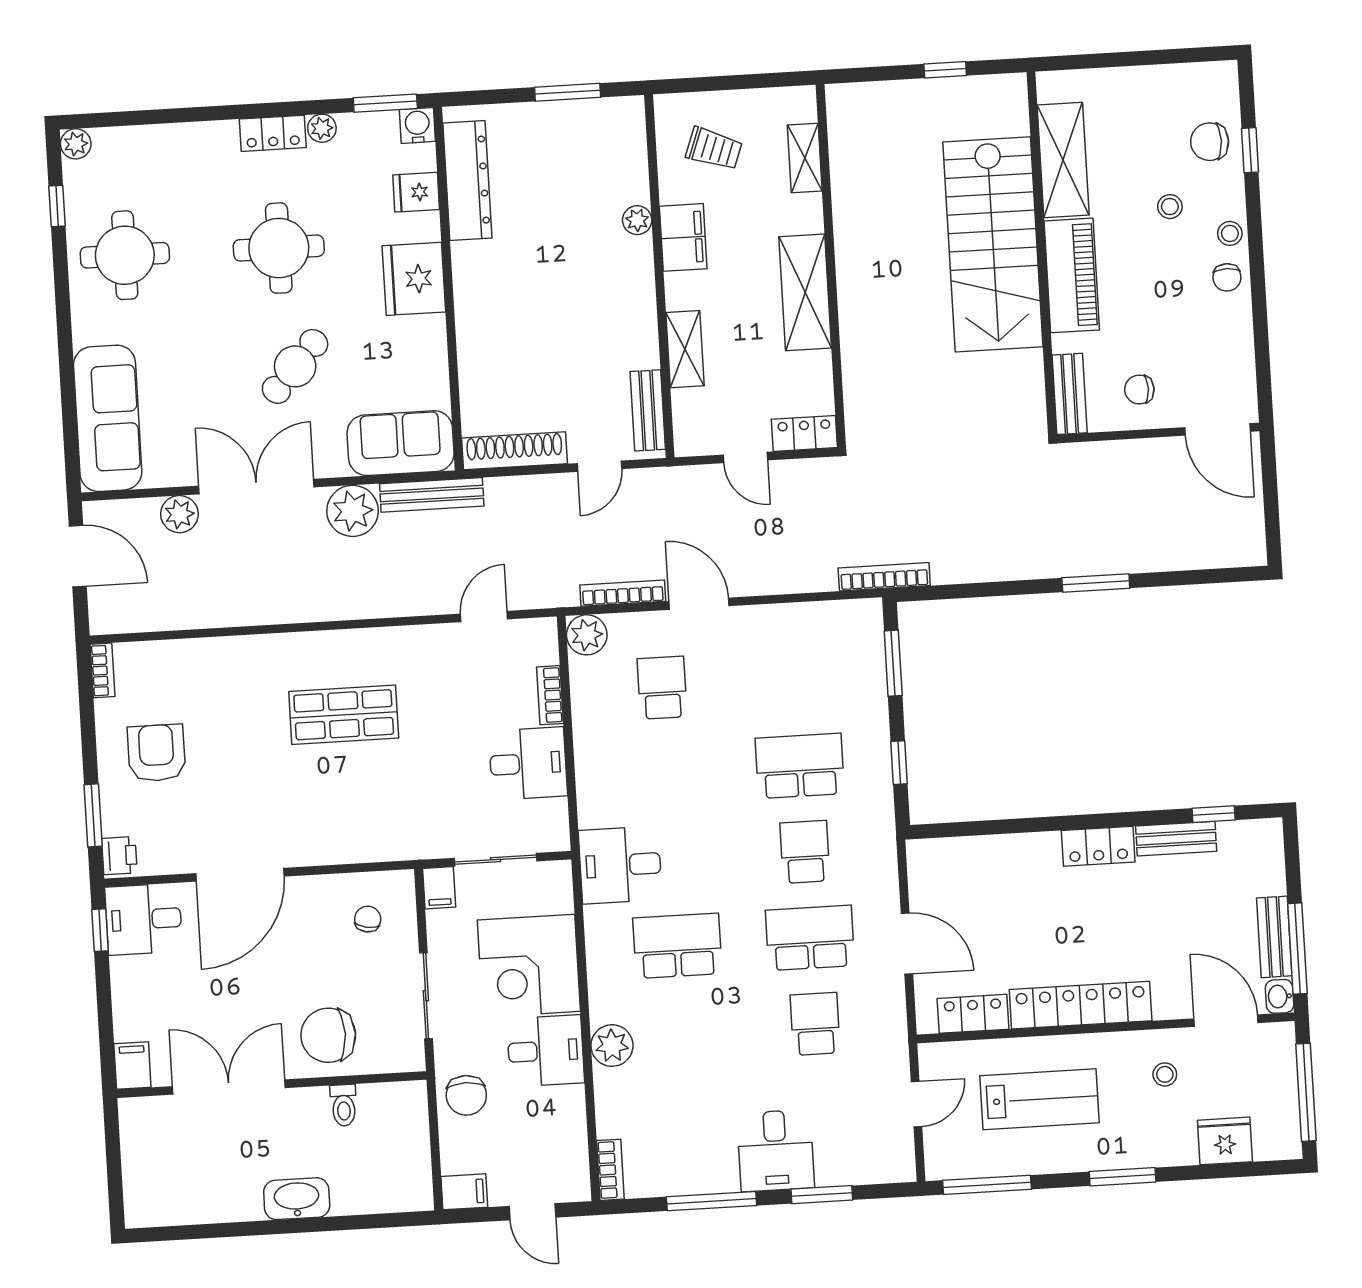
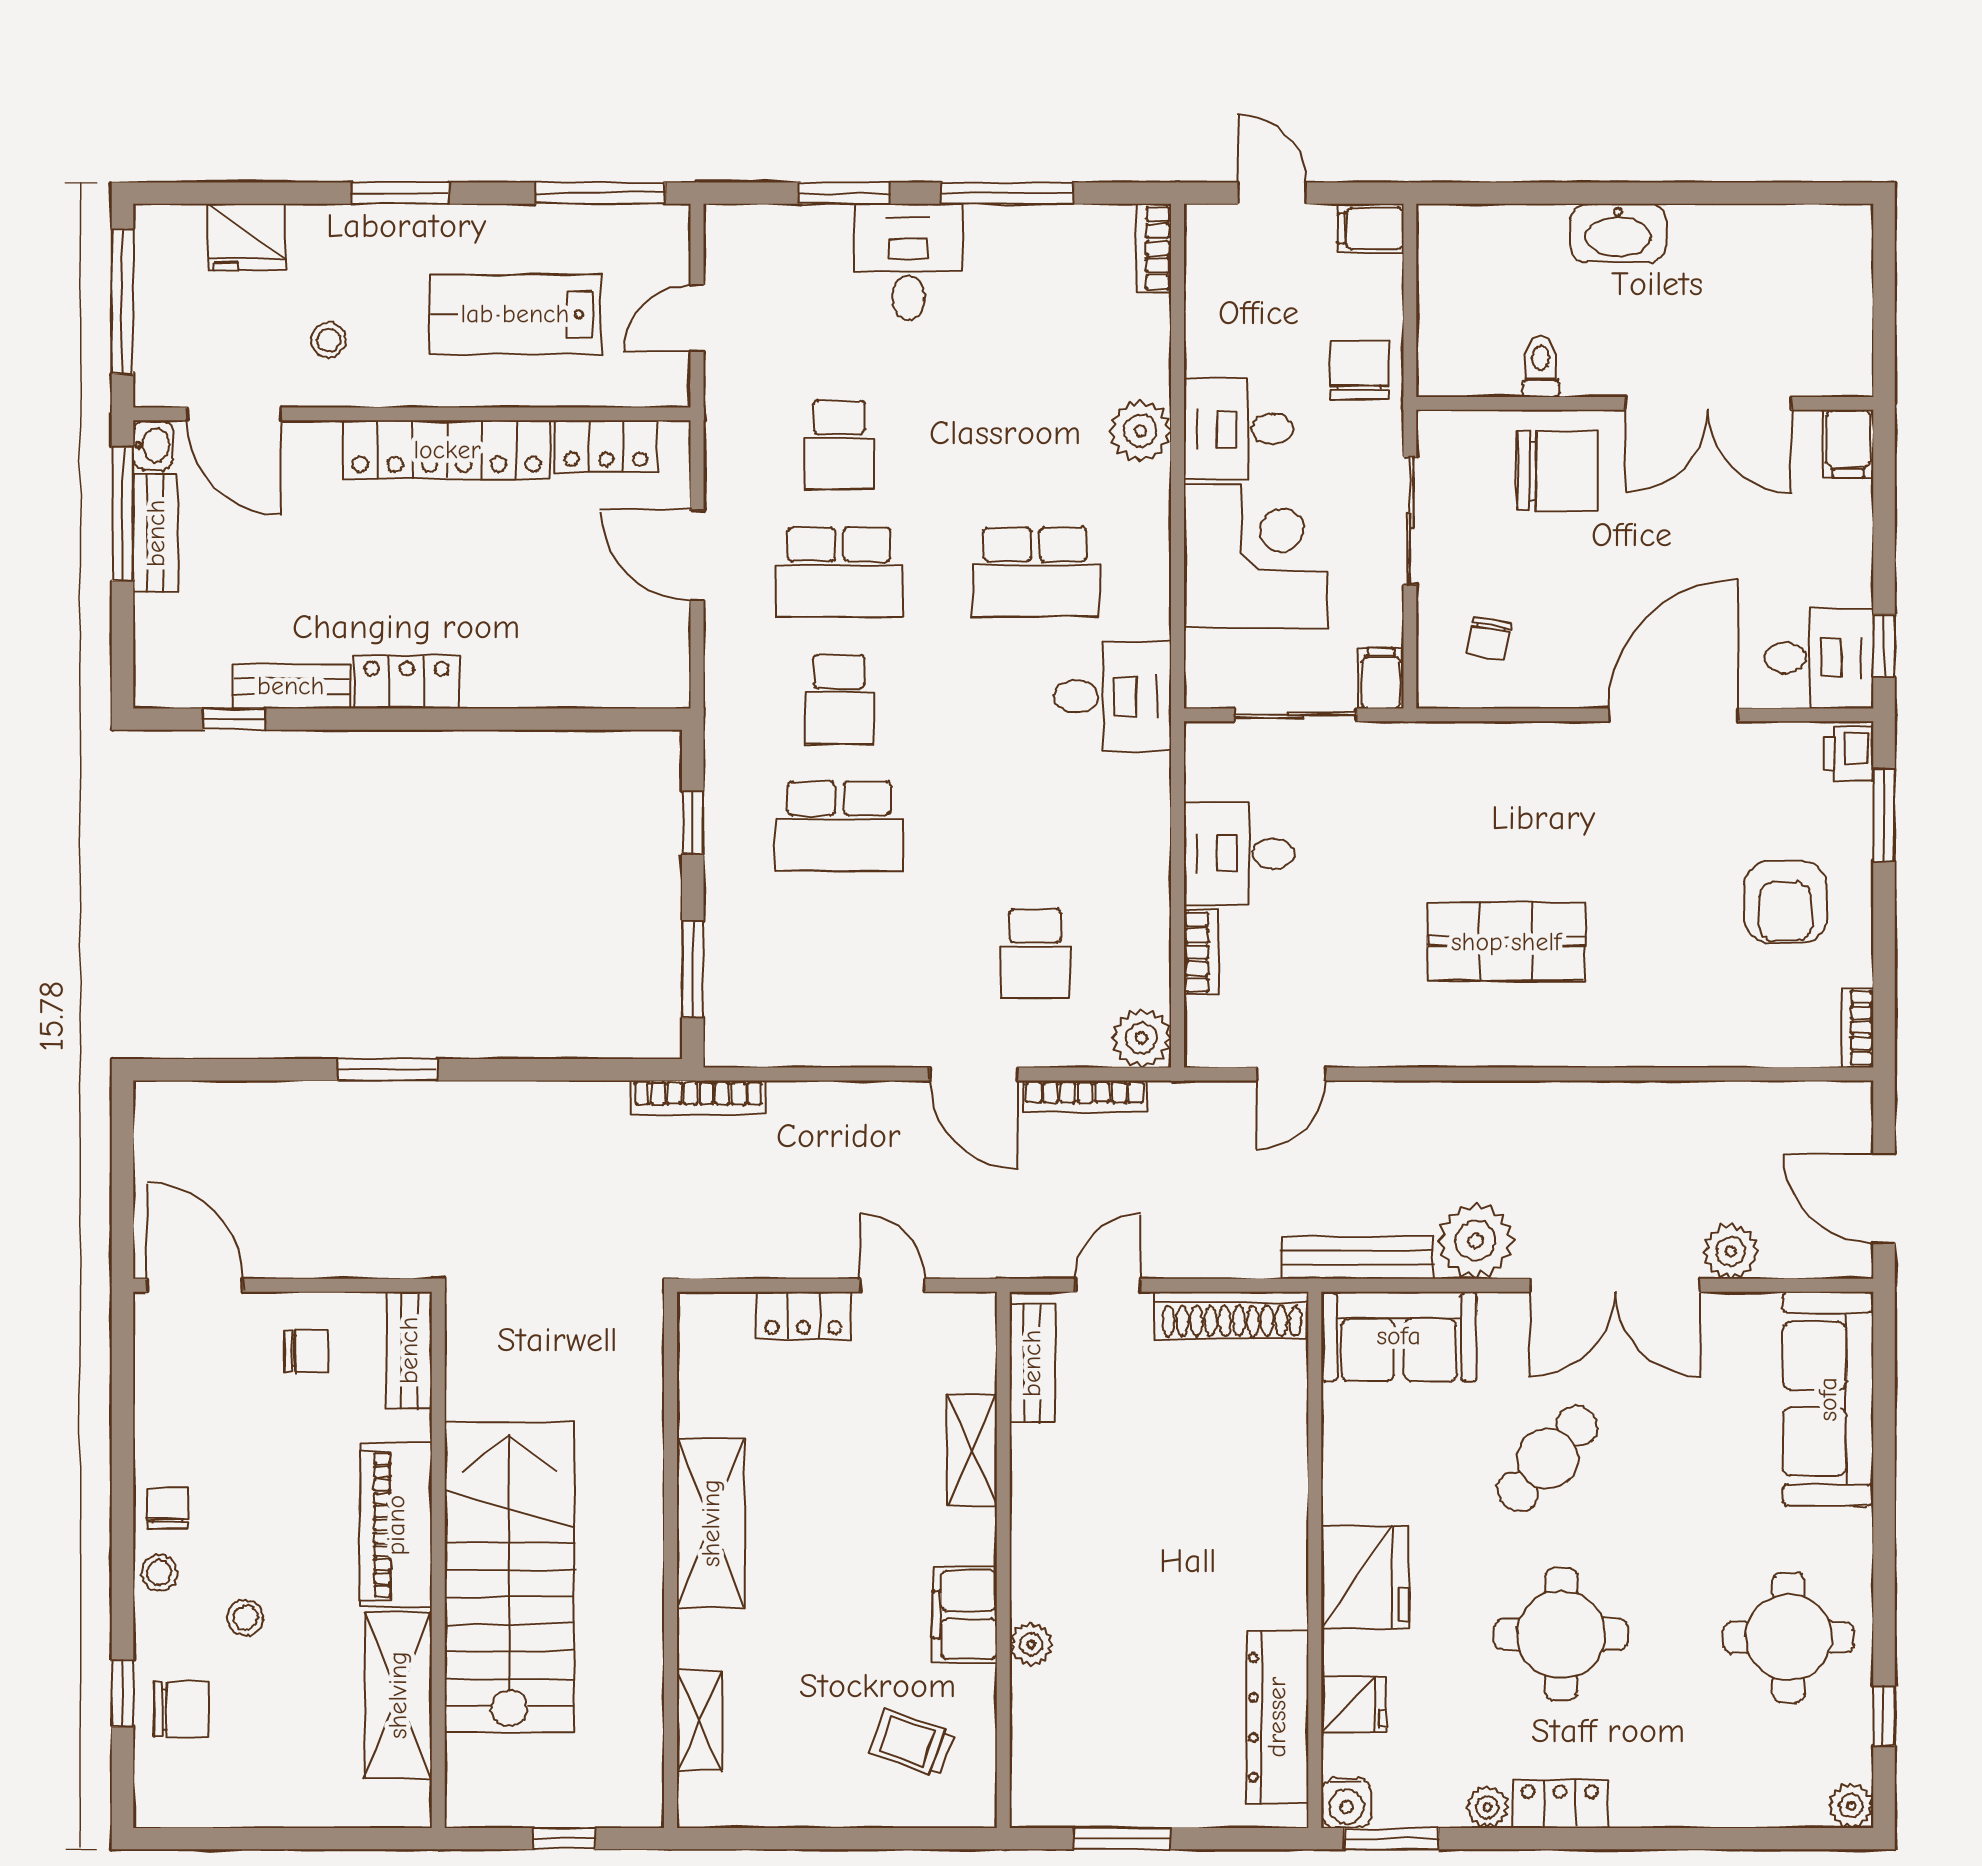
shelving: (805, 158) -> (700, 1721), moved
wall: (831, 266) -> (671, 1560), moved
shelving: (805, 292) -> (711, 1523), moved

